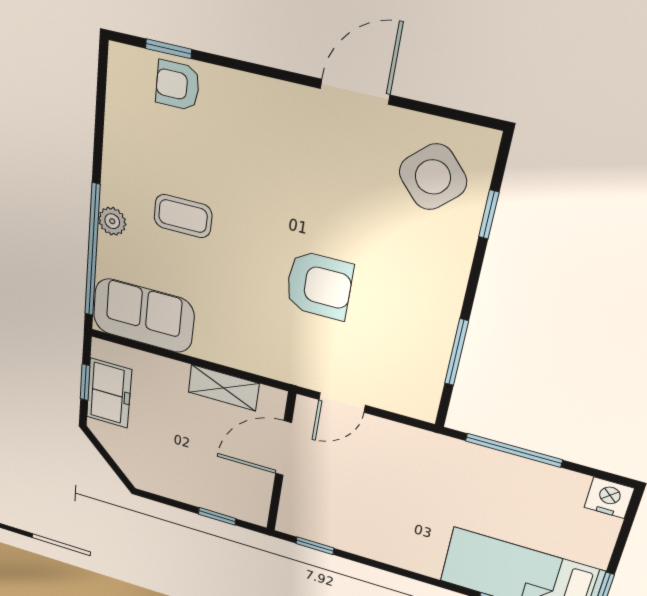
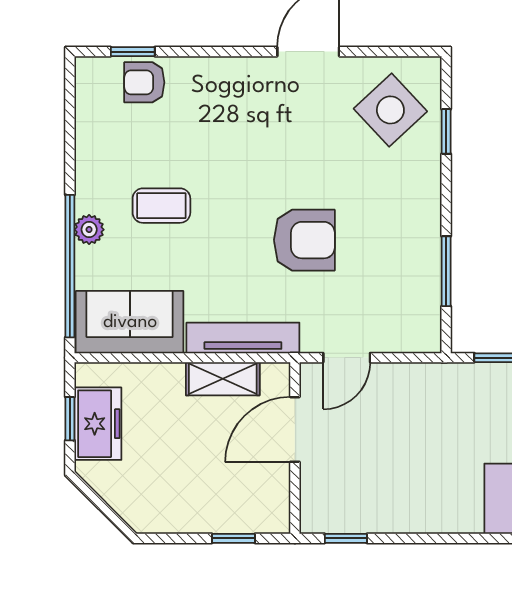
tv unit: (247, 358) -> (243, 338), added

